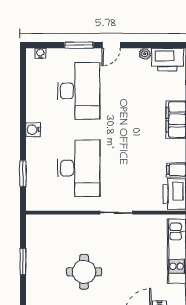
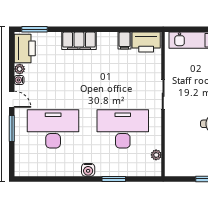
water cooler: (40, 53) -> (19, 80), moved
window: (23, 174) -> (114, 179), moved
plant: (50, 205) -> (156, 155), added

